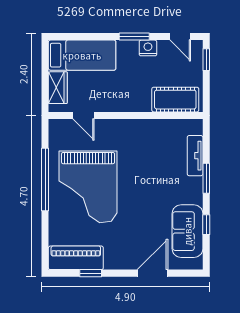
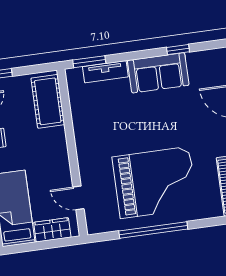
door: (84, 115) -> (78, 198), swing flipped
window: (206, 178) -> (89, 62), moved
sofa: (187, 231) -> (158, 73), moved

